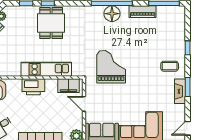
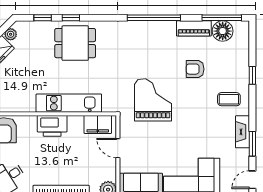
floor lamp: (112, 14) -> (223, 31), moved
dining table: (51, 23) -> (75, 43), turned 90
armchair: (143, 43) -> (195, 69), added
window: (188, 87) -> (252, 144), moved

